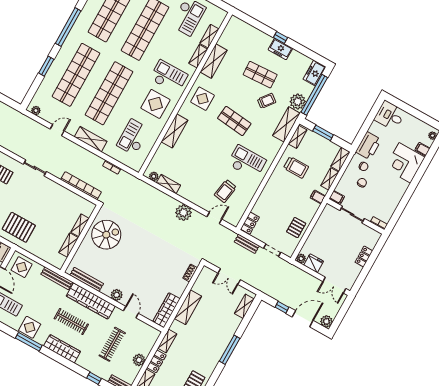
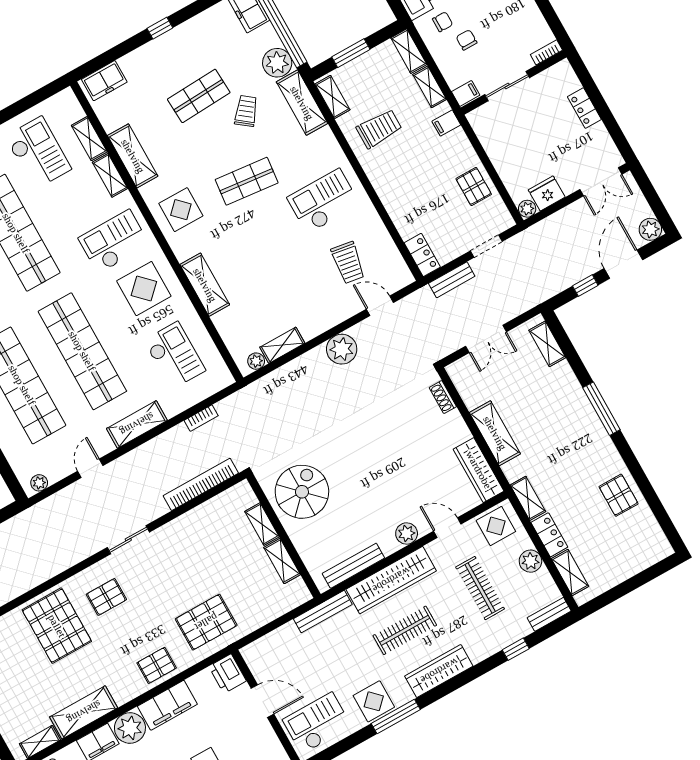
freezer: (280, 49) -> (104, 81), moved
checkout: (133, 137) -> (175, 355), turned 180
door: (214, 218) -> (380, 306), hinge flipped
display table: (22, 267) -> (496, 526), moved

